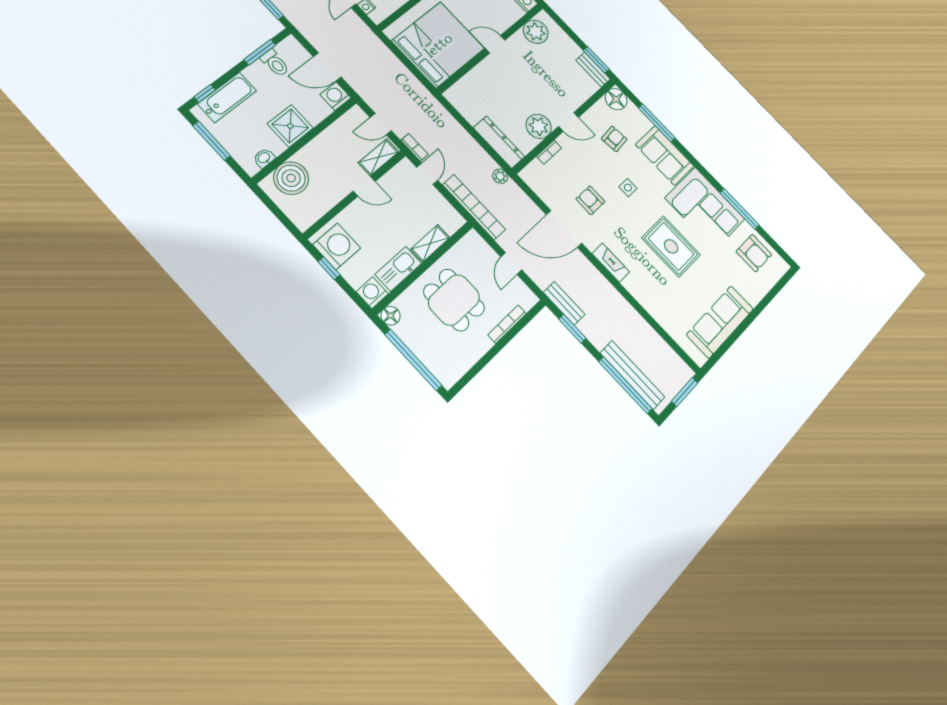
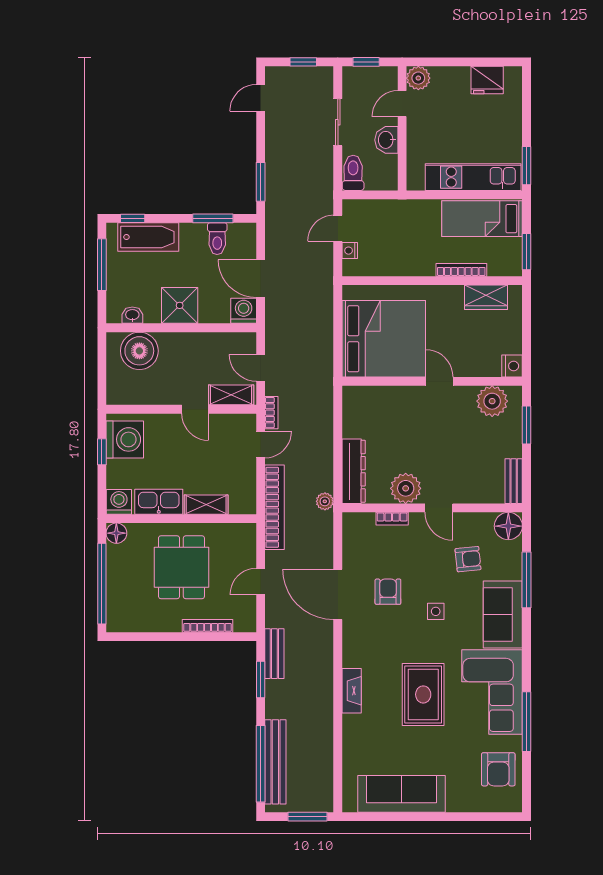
window: (596, 60) -> (526, 425), moved
fireplace: (611, 263) -> (352, 691), moved

